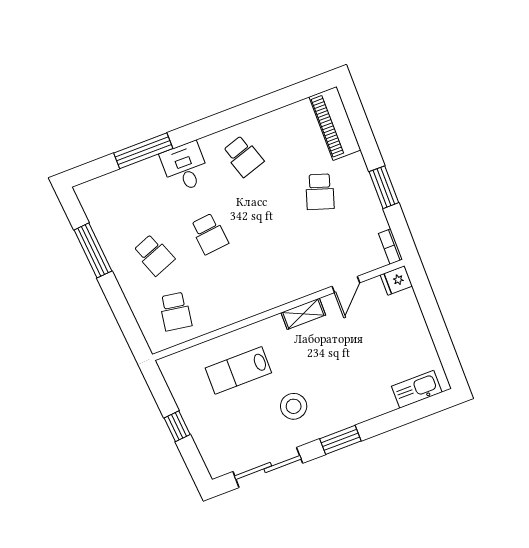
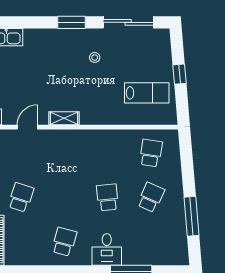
school desk: (243, 156) -> (64, 242), turned 33
school desk: (154, 255) -> (151, 197), turned 45
lab bench: (238, 370) -> (147, 93), moved
stool: (294, 406) -> (95, 57), width x0.53, depth x0.53

